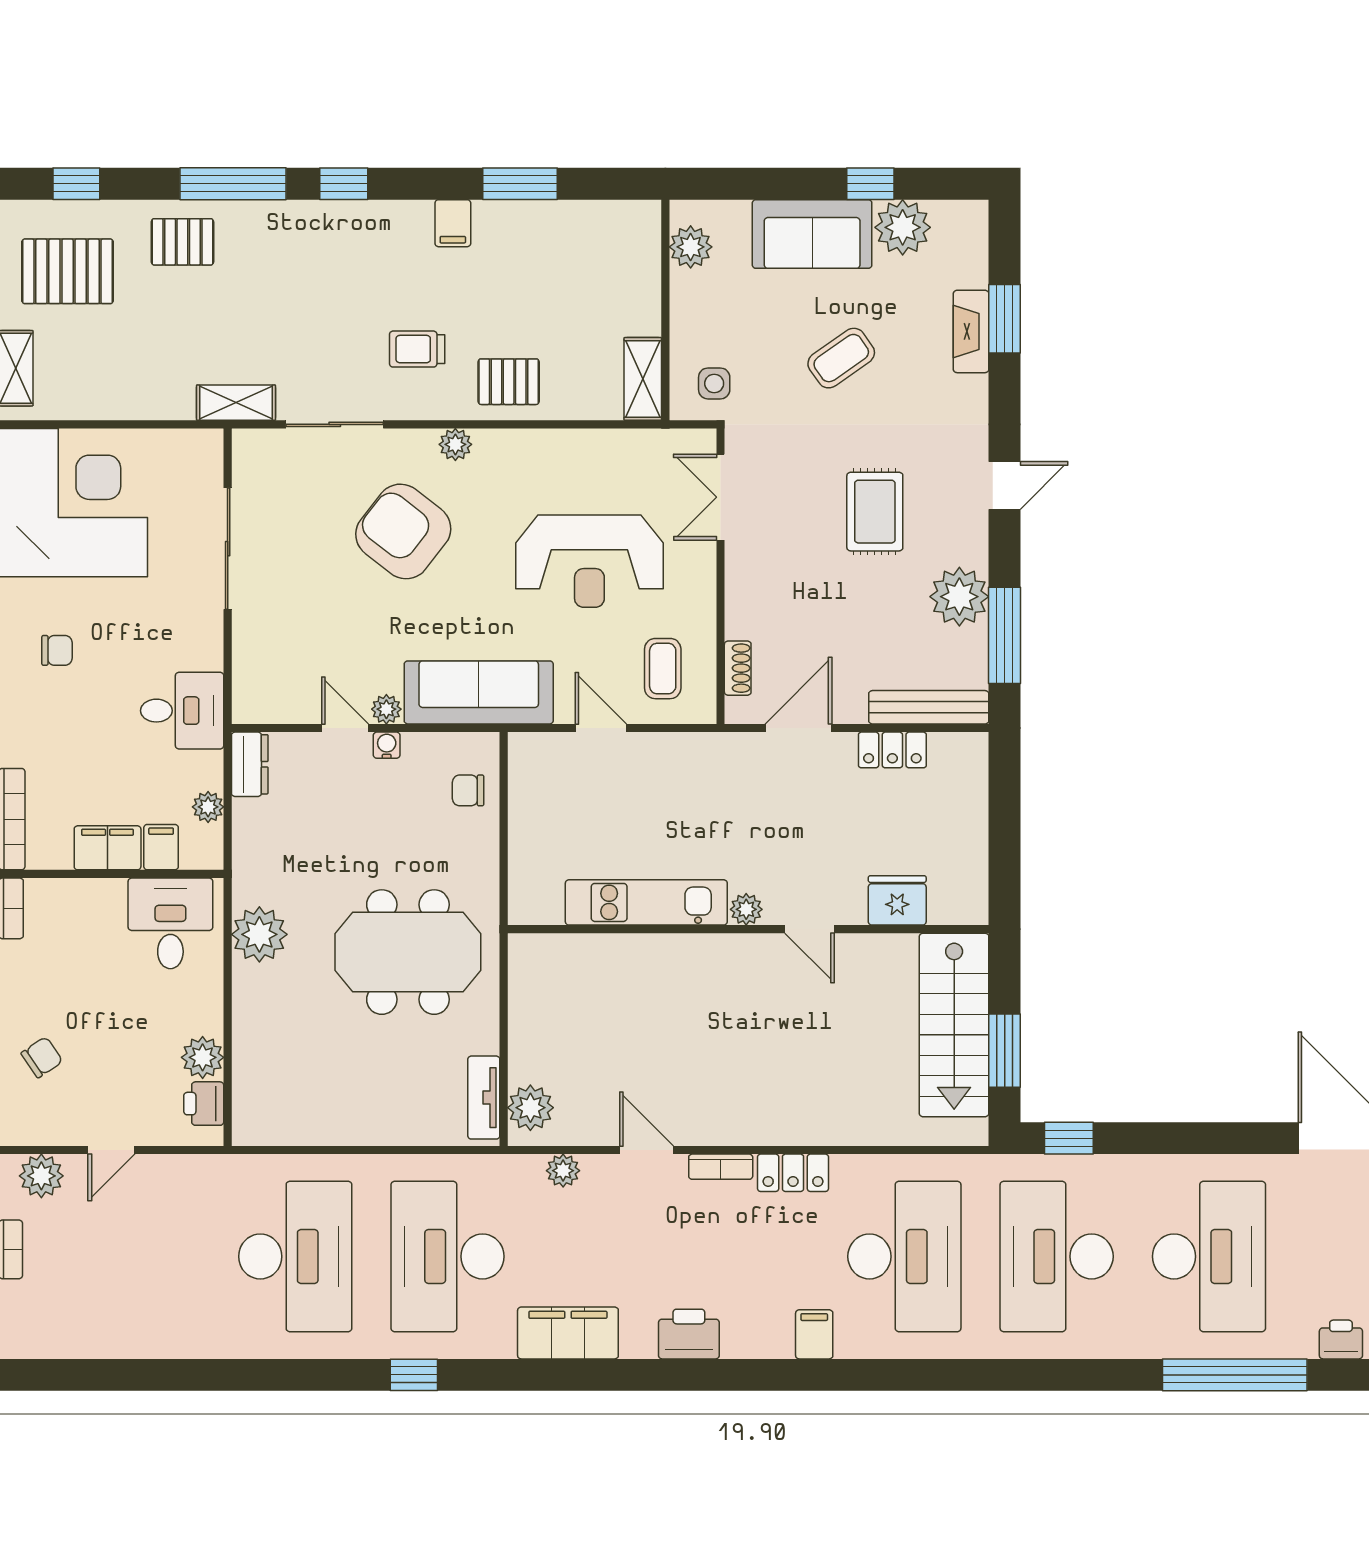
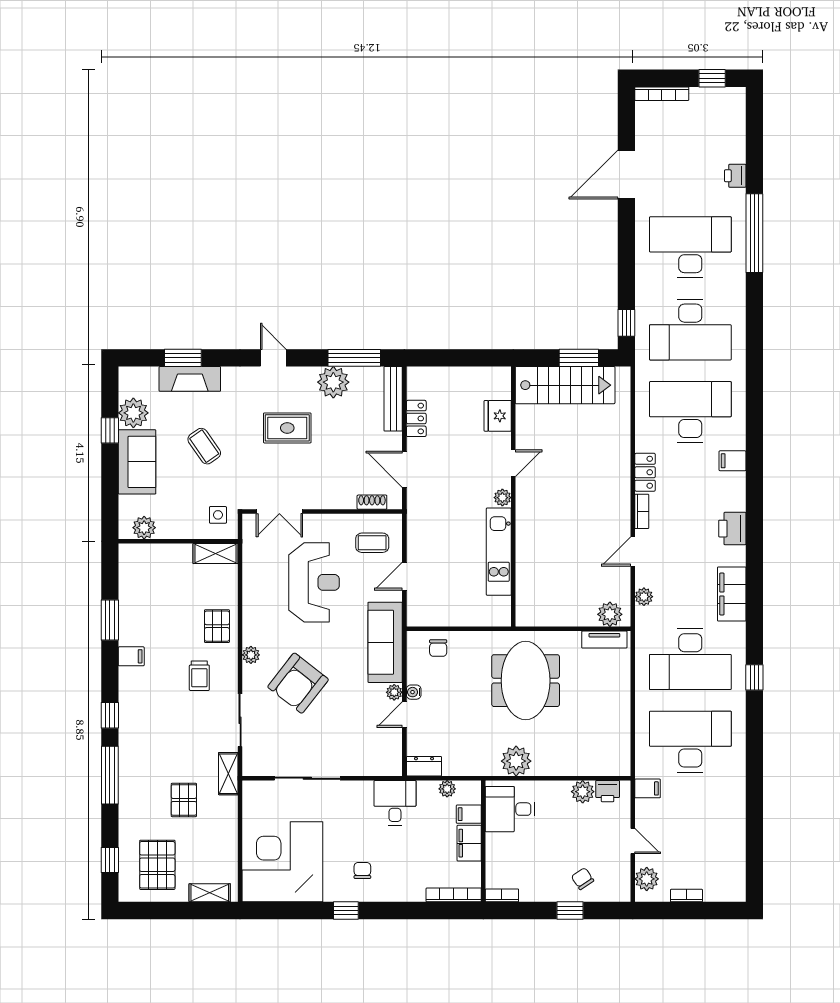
pallet: (182, 242) -> (184, 800), moved
fireplace: (971, 331) -> (190, 379), width x1.37, depth x1.32
filing cabinet: (209, 1177) -> (648, 788), added

